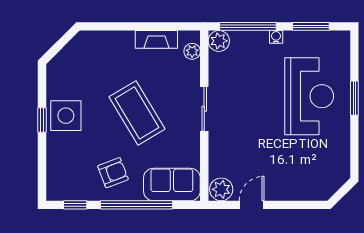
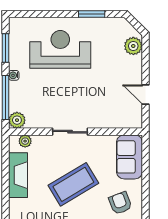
fireplace: (156, 39) -> (18, 175), width x1.37, depth x1.32
window: (354, 98) -> (92, 14), moved
plant: (221, 189) -> (133, 46), moved
window: (136, 205) -> (145, 185), removed

